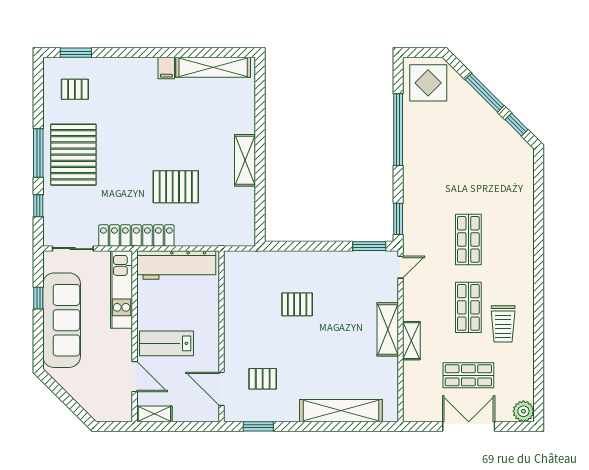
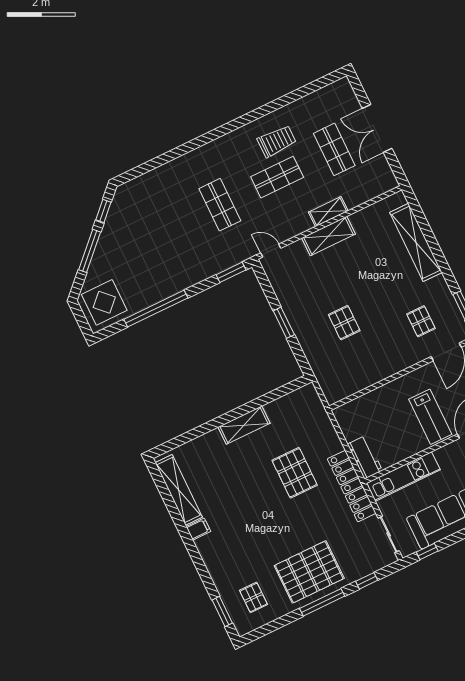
shop shelf: (468, 239) -> (220, 205), turned 90
window: (369, 246) -> (284, 323), moved
workbench: (176, 265) -> (365, 457), width x0.53, depth x0.76
window: (38, 298) -> (427, 552), moved
plant: (523, 411) -> (342, 88), removed

